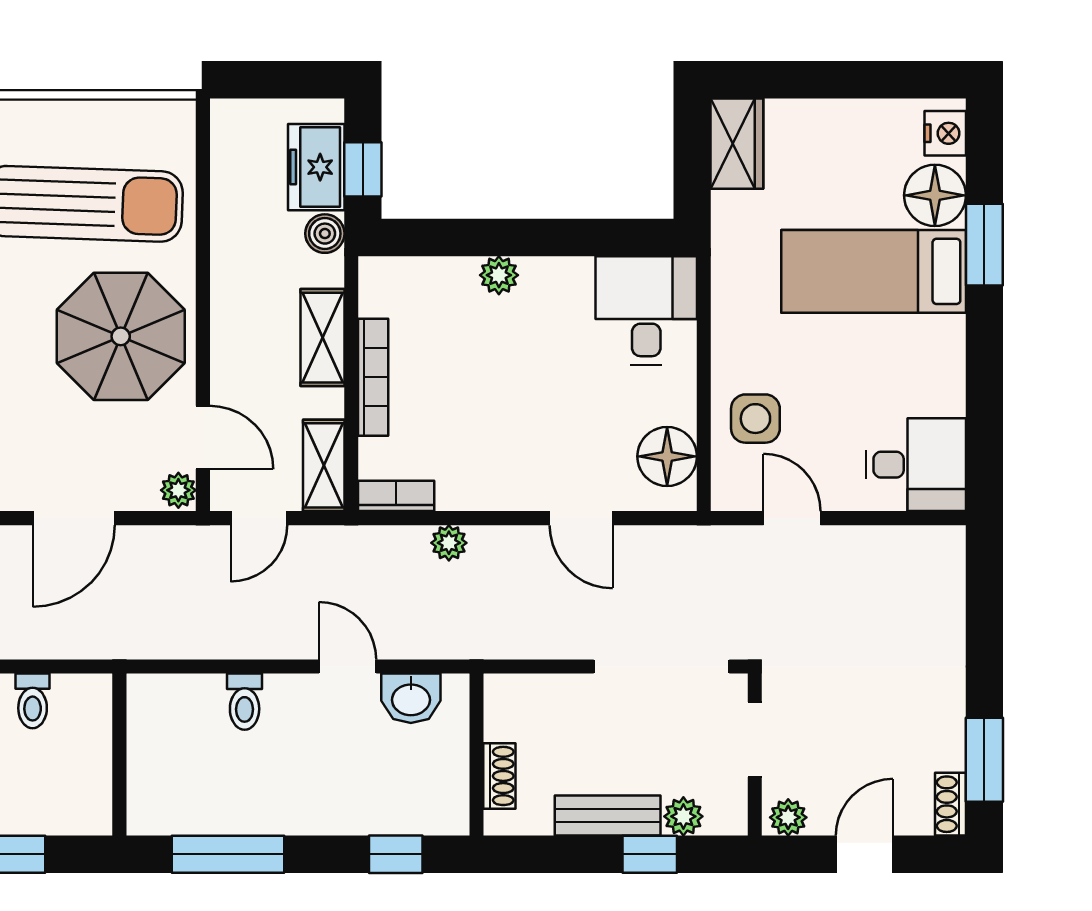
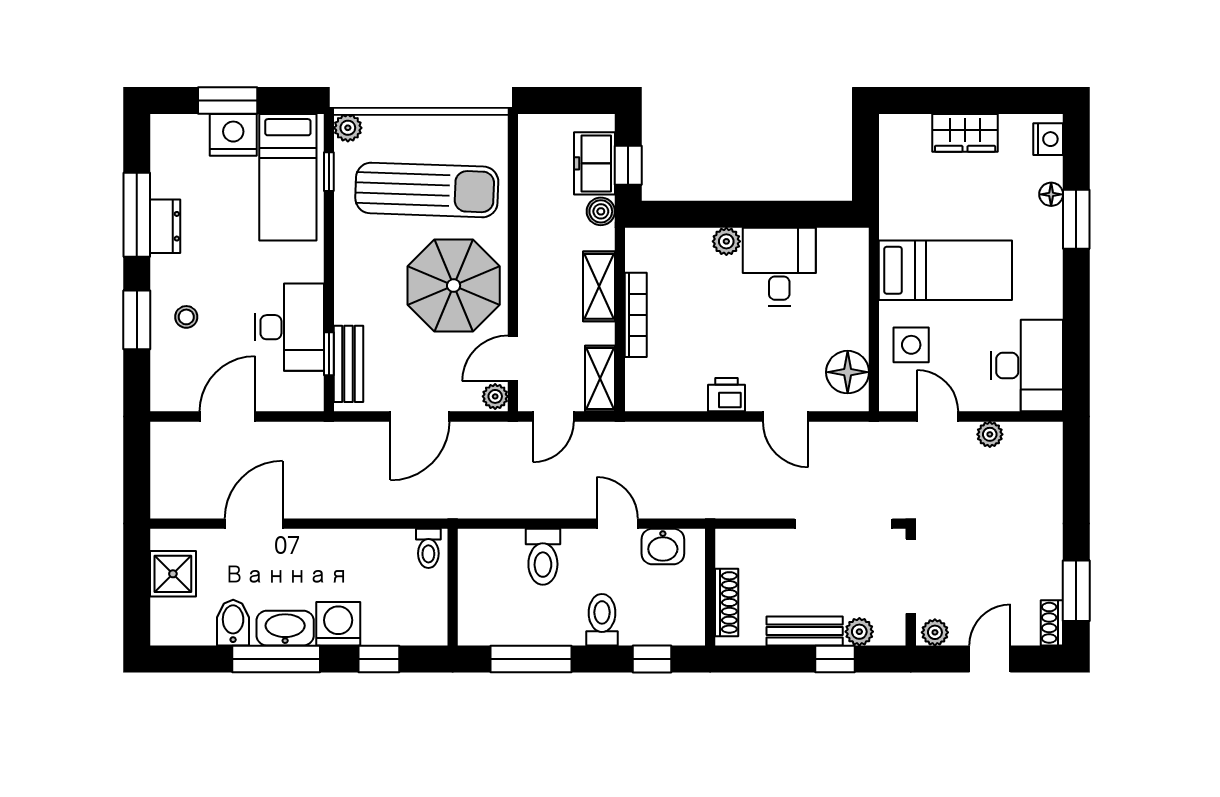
wardrobe: (737, 144) -> (965, 133), moved, turned 90
floor lamp: (935, 195) -> (1051, 194), width x0.53, depth x0.53
bed: (874, 271) -> (945, 270), moved, turned 180
desk: (646, 311) -> (779, 267), moved
door: (203, 437) -> (513, 358), swing flipped
desk: (916, 465) -> (1027, 366), width x1.37
printer: (499, 488) -> (727, 395), added
bookcase: (396, 496) -> (652, 401), removed
plant: (449, 543) -> (990, 434), moved
toilet: (33, 701) -> (428, 548), moved
toilet: (245, 702) -> (543, 557), width x1.37, depth x1.39
doorway: (755, 740) -> (911, 576), width x1.38
shoe rack: (499, 776) -> (727, 602), width x1.43
toilet: (327, 800) -> (602, 620), added

